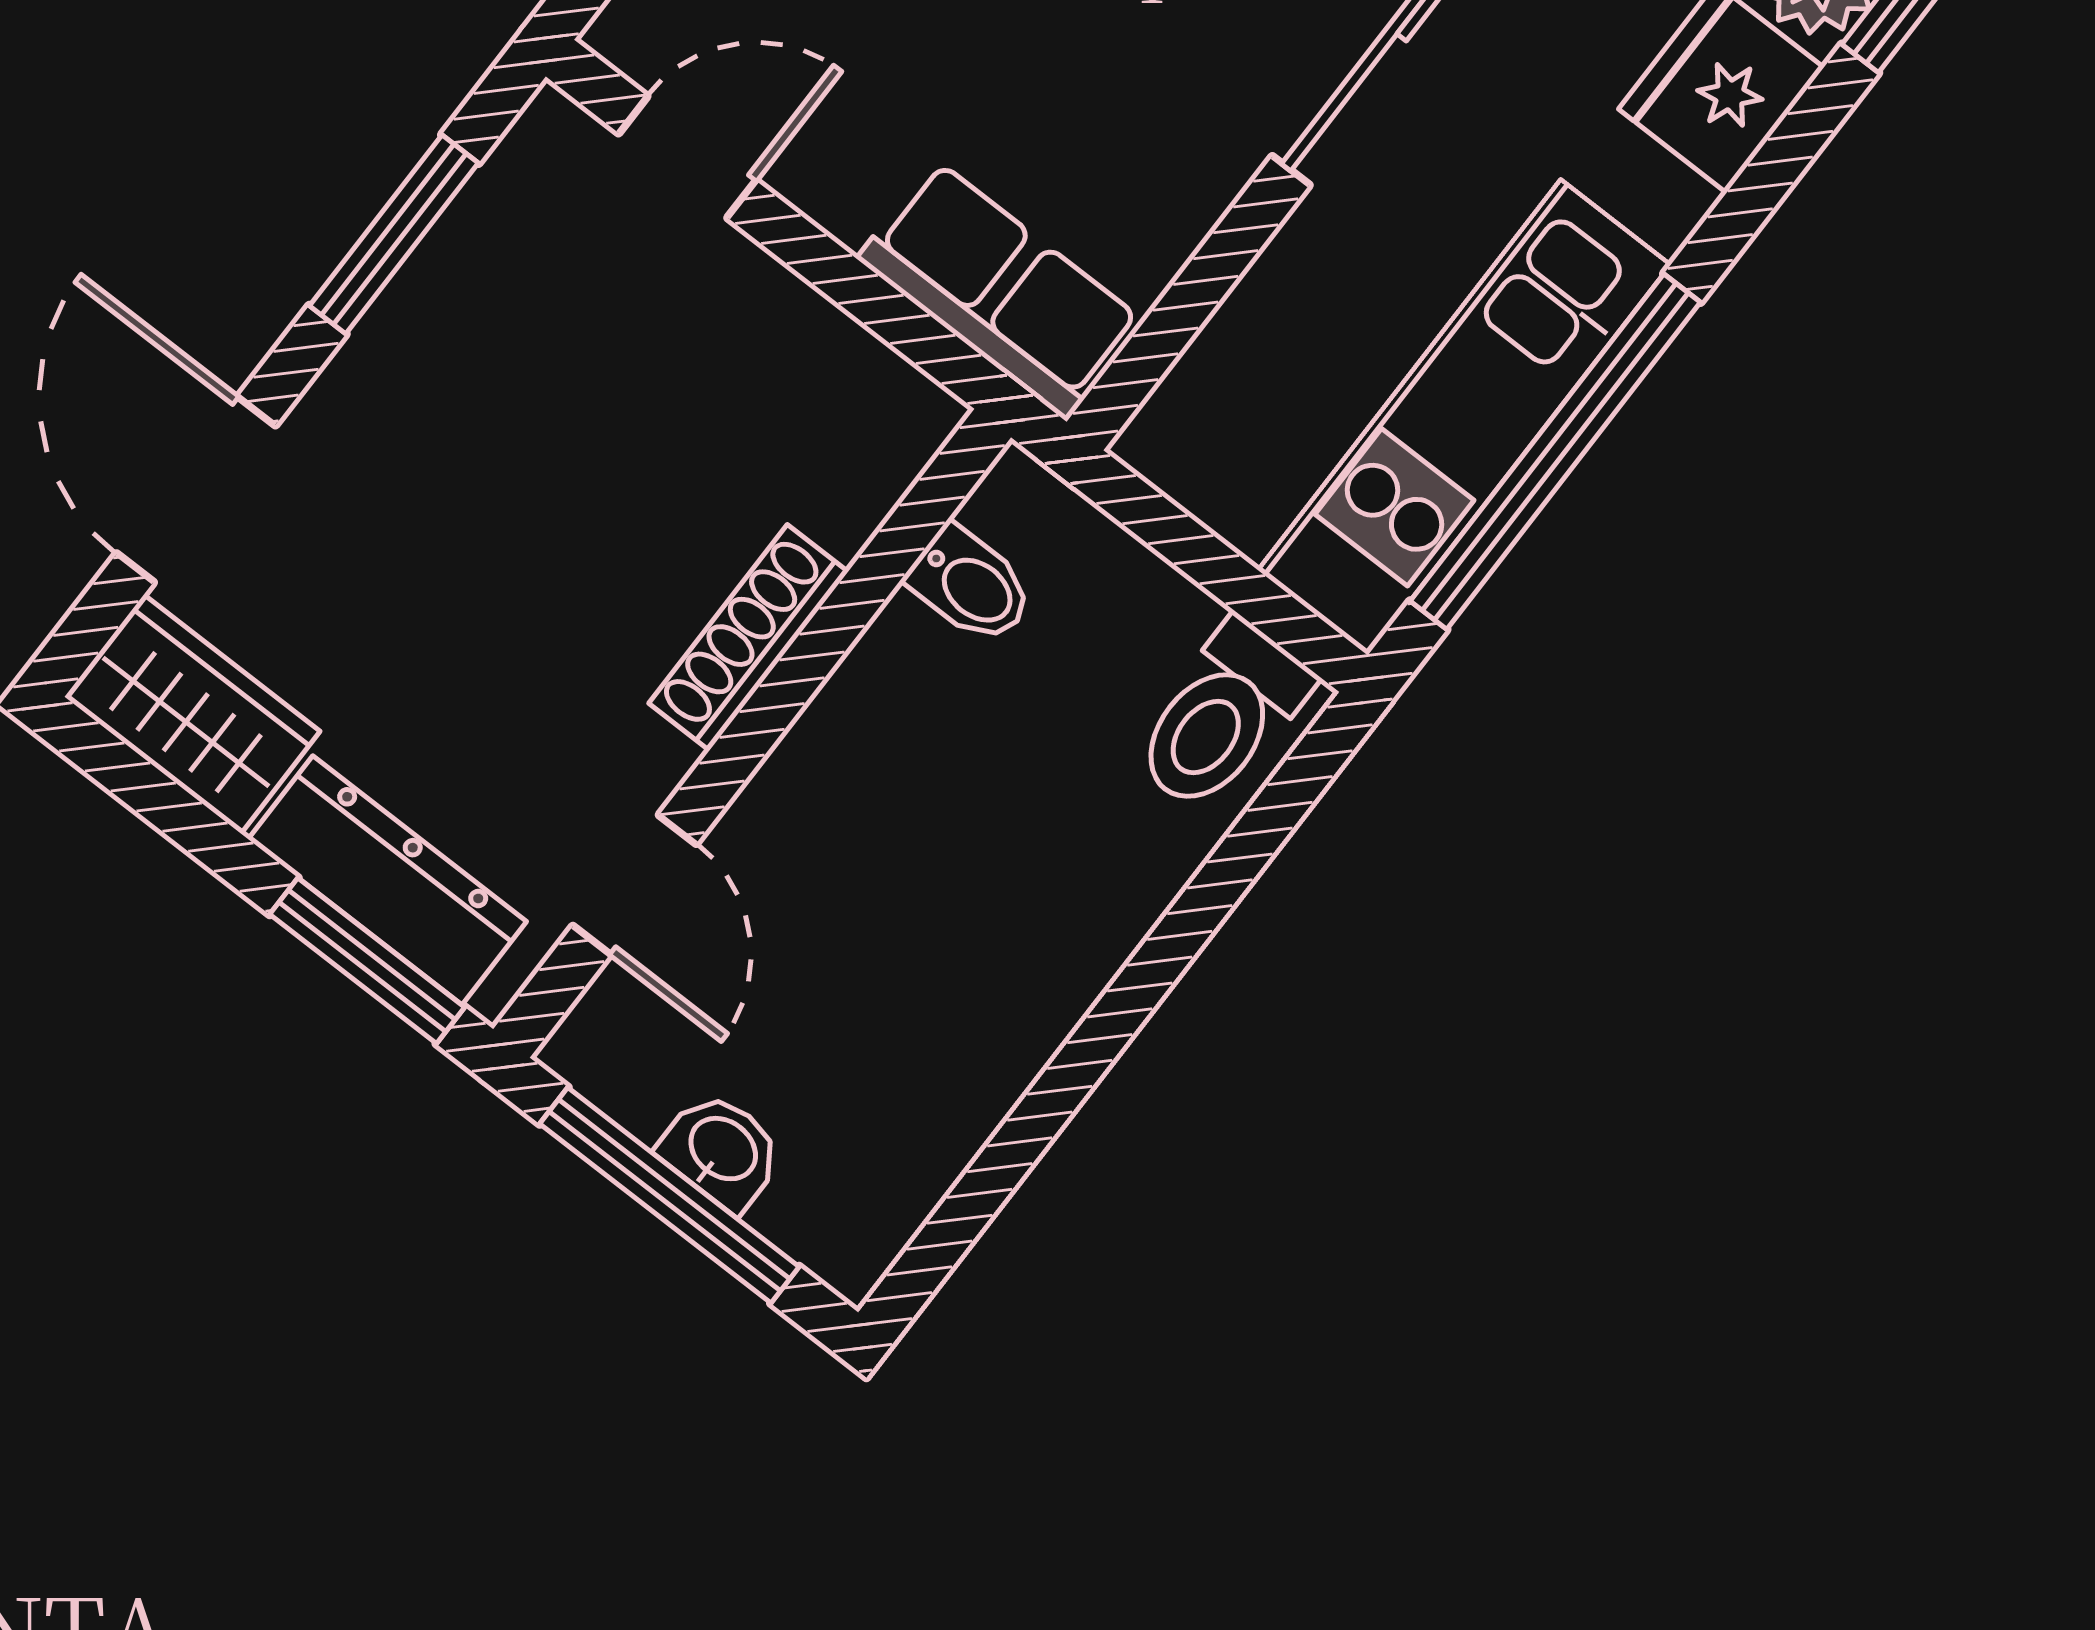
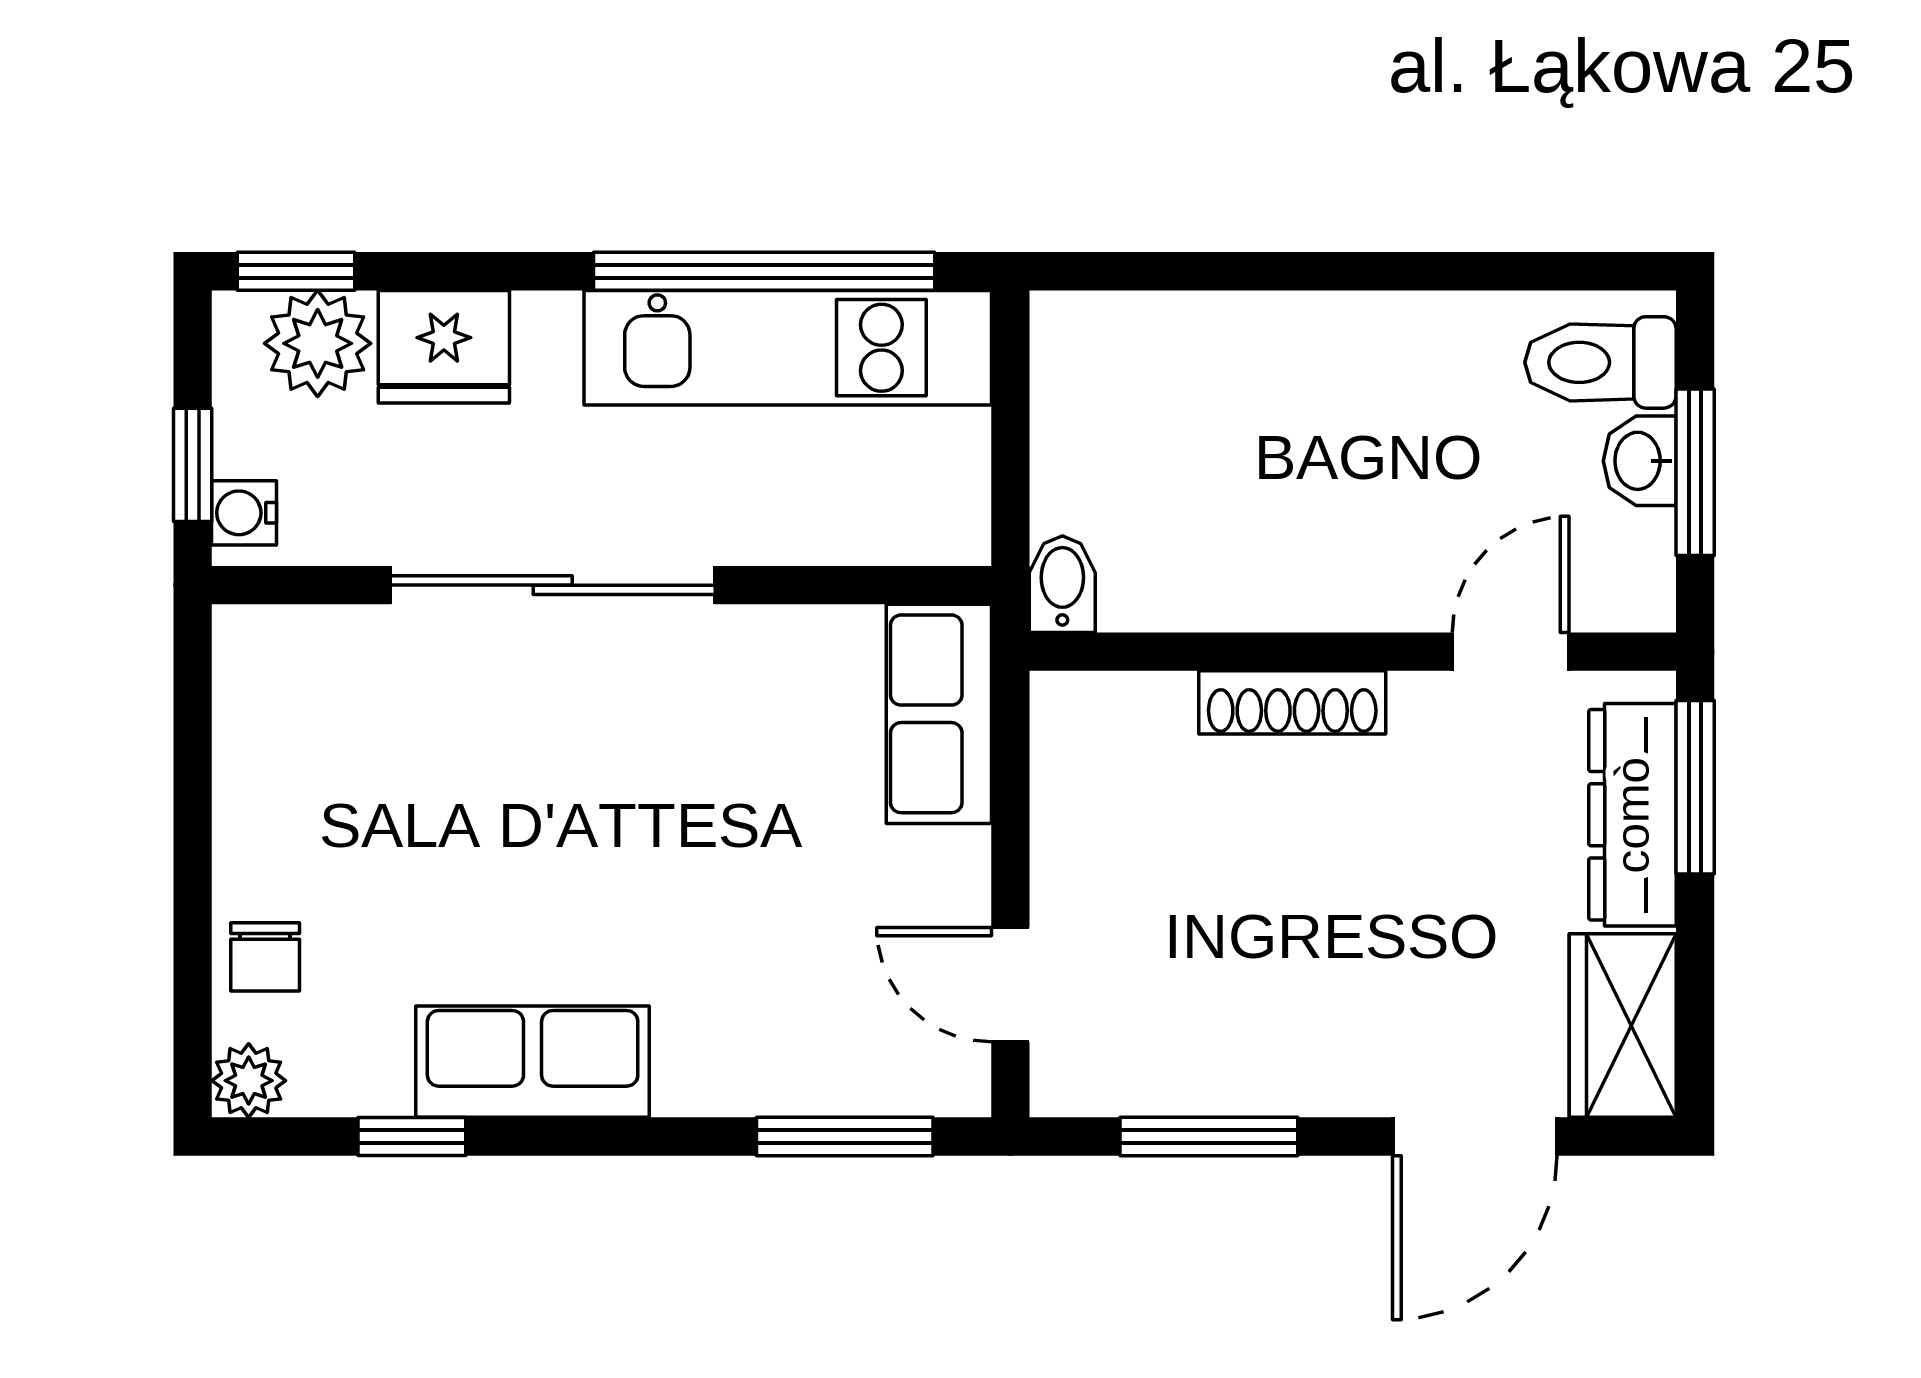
bidet: (971, 585) -> (1062, 584), moved
toilet: (1221, 717) -> (1600, 362), moved, turned 180
window: (669, 1195) -> (1695, 472), width x0.69

